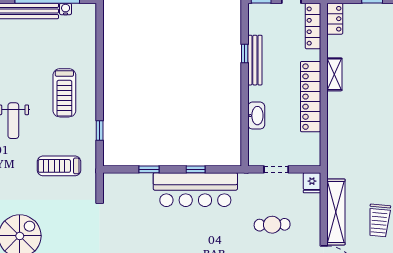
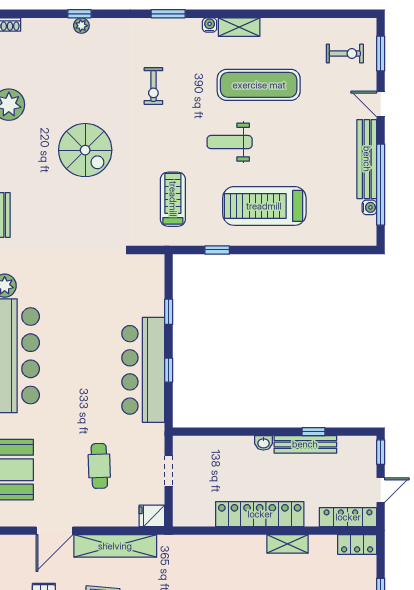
treadmill: (64, 93) -> (264, 206), width x1.37, depth x1.37
washbasin: (256, 116) -> (263, 443), moved, width x0.52, depth x0.69

